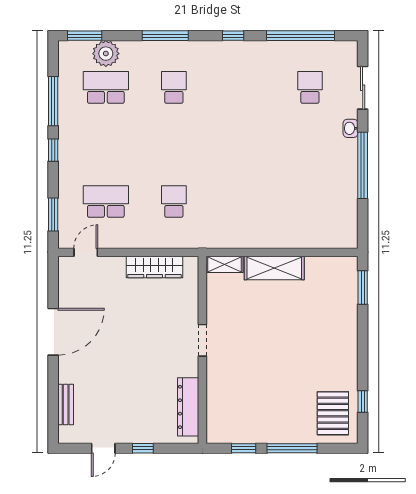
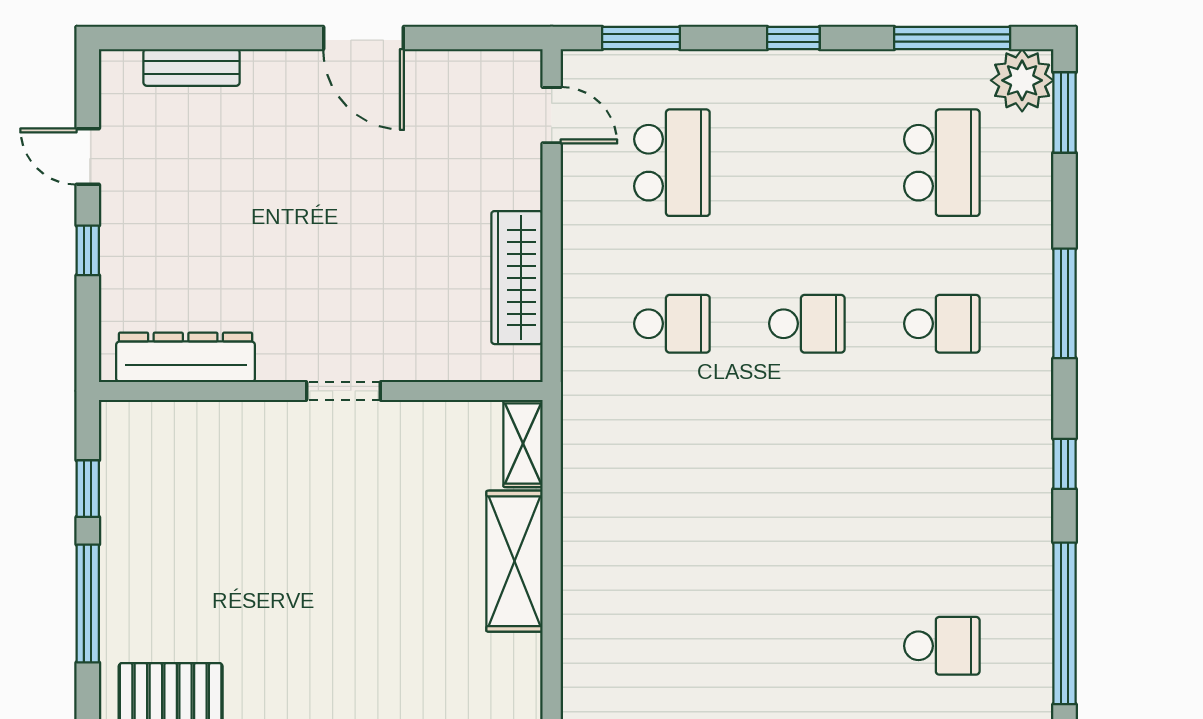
plant: (106, 54) -> (1022, 80), moved
window: (53, 101) -> (952, 38), moved
school desk: (174, 144) -> (807, 324), added
door: (53, 332) -> (364, 38), width x0.73

